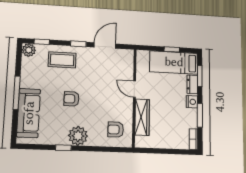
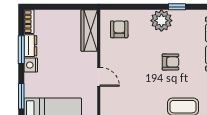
dresser: (192, 84) -> (30, 46), moved
wardrobe: (142, 117) -> (89, 31), moved
armchair: (116, 130) -> (119, 29), turned -90

